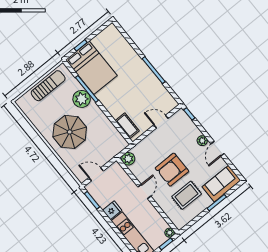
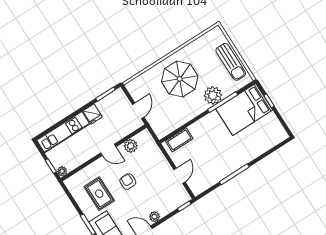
plant: (128, 159) -> (131, 146), moved
armchair: (172, 170) -> (128, 181), width x0.53, depth x0.53
door: (96, 174) -> (138, 111), moved

